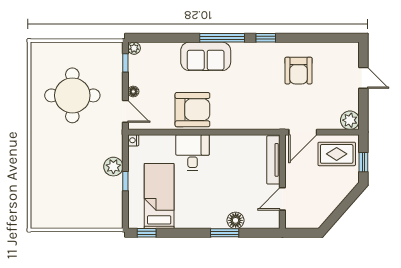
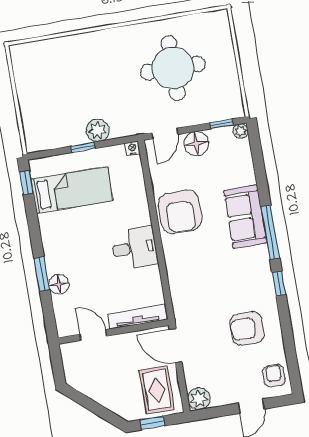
armchair: (341, 55) -> (274, 376), added
floor lamp: (133, 92) -> (196, 144), width x1.89, depth x1.89
desk: (193, 152) -> (134, 248), moved

